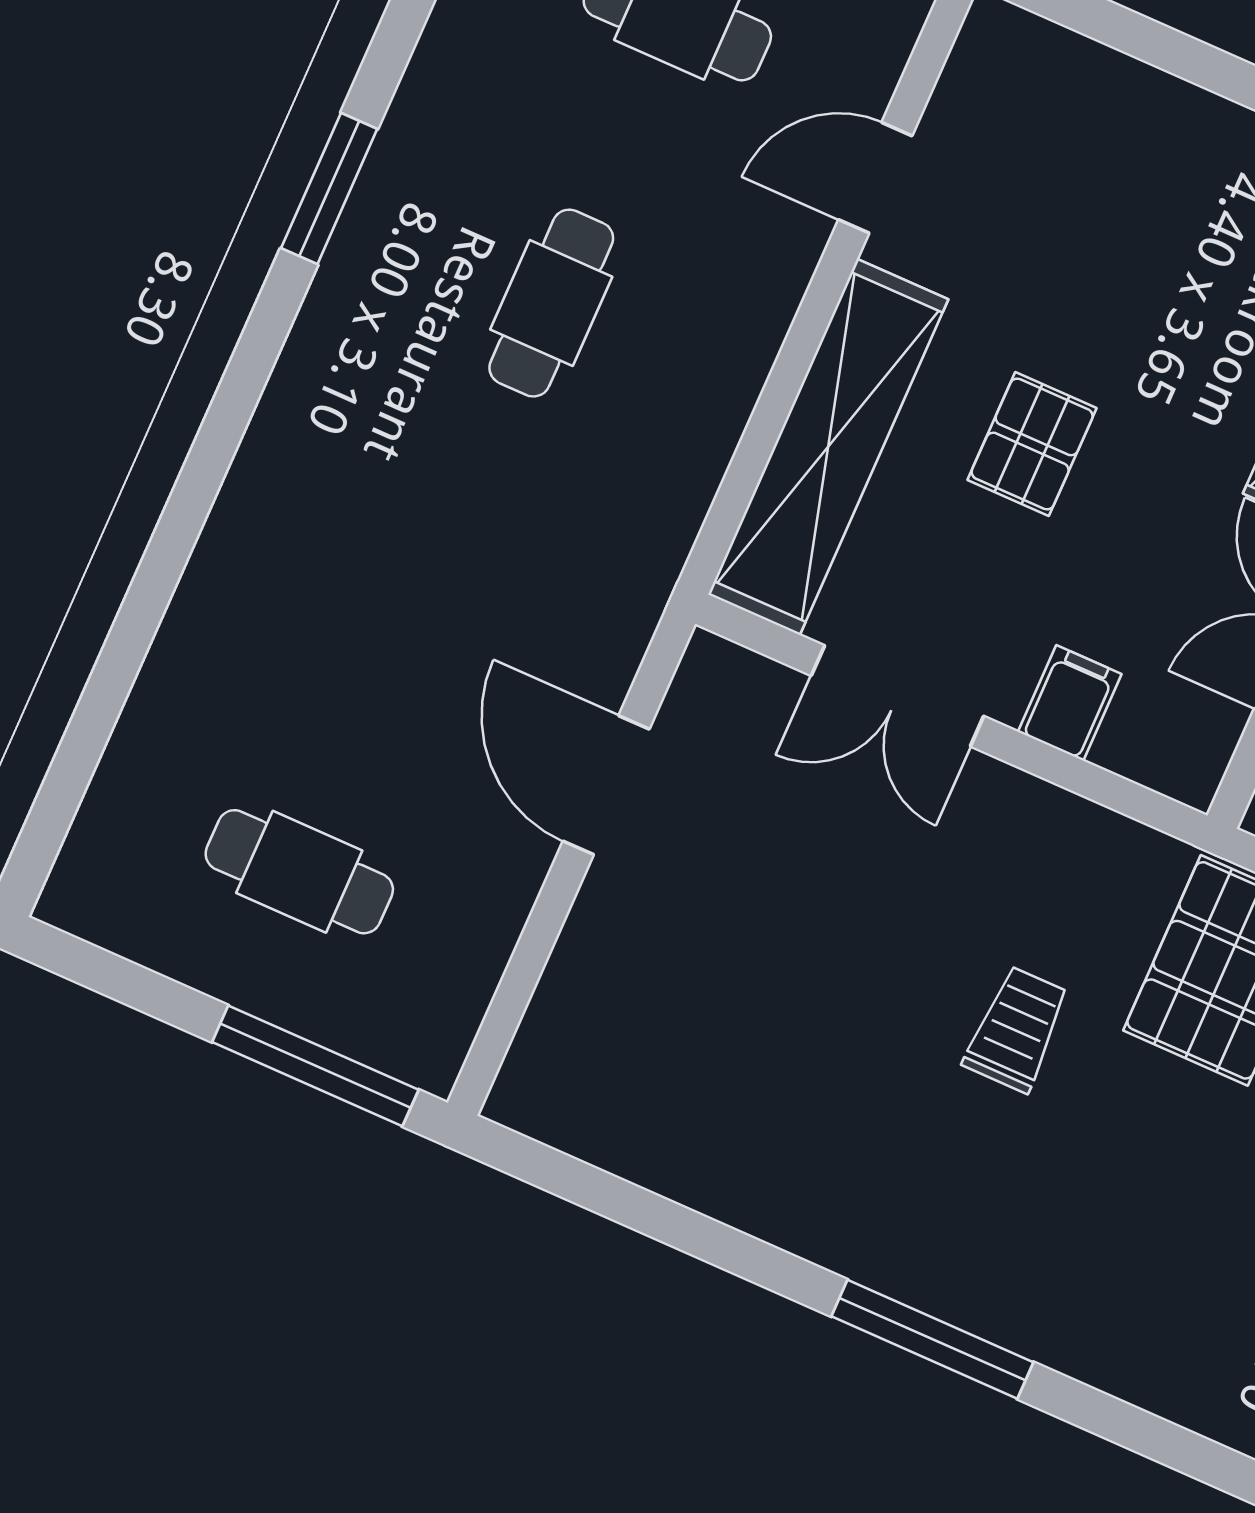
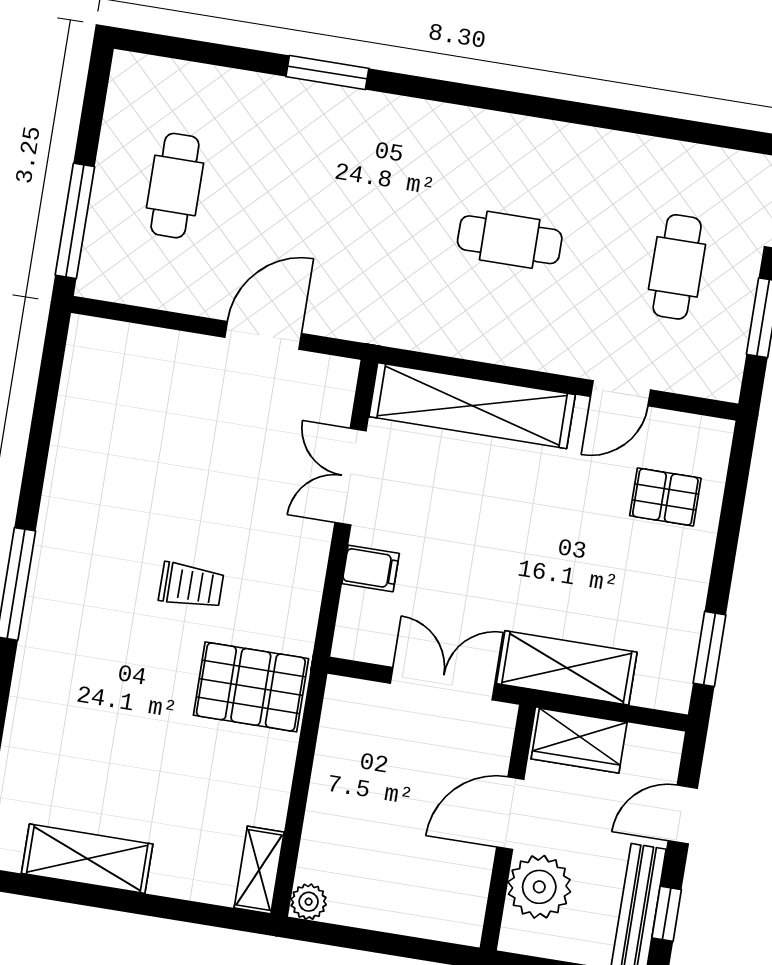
door: (875, 178) -> (621, 393), swing flipped
window: (329, 189) -> (327, 72), moved
pallet: (1032, 444) -> (665, 497), moved

